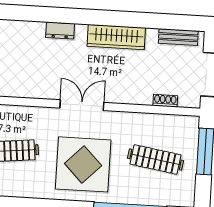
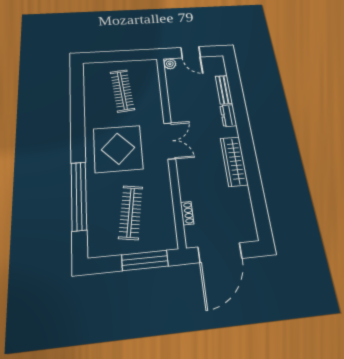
bench: (178, 37) -> (224, 90), moved

